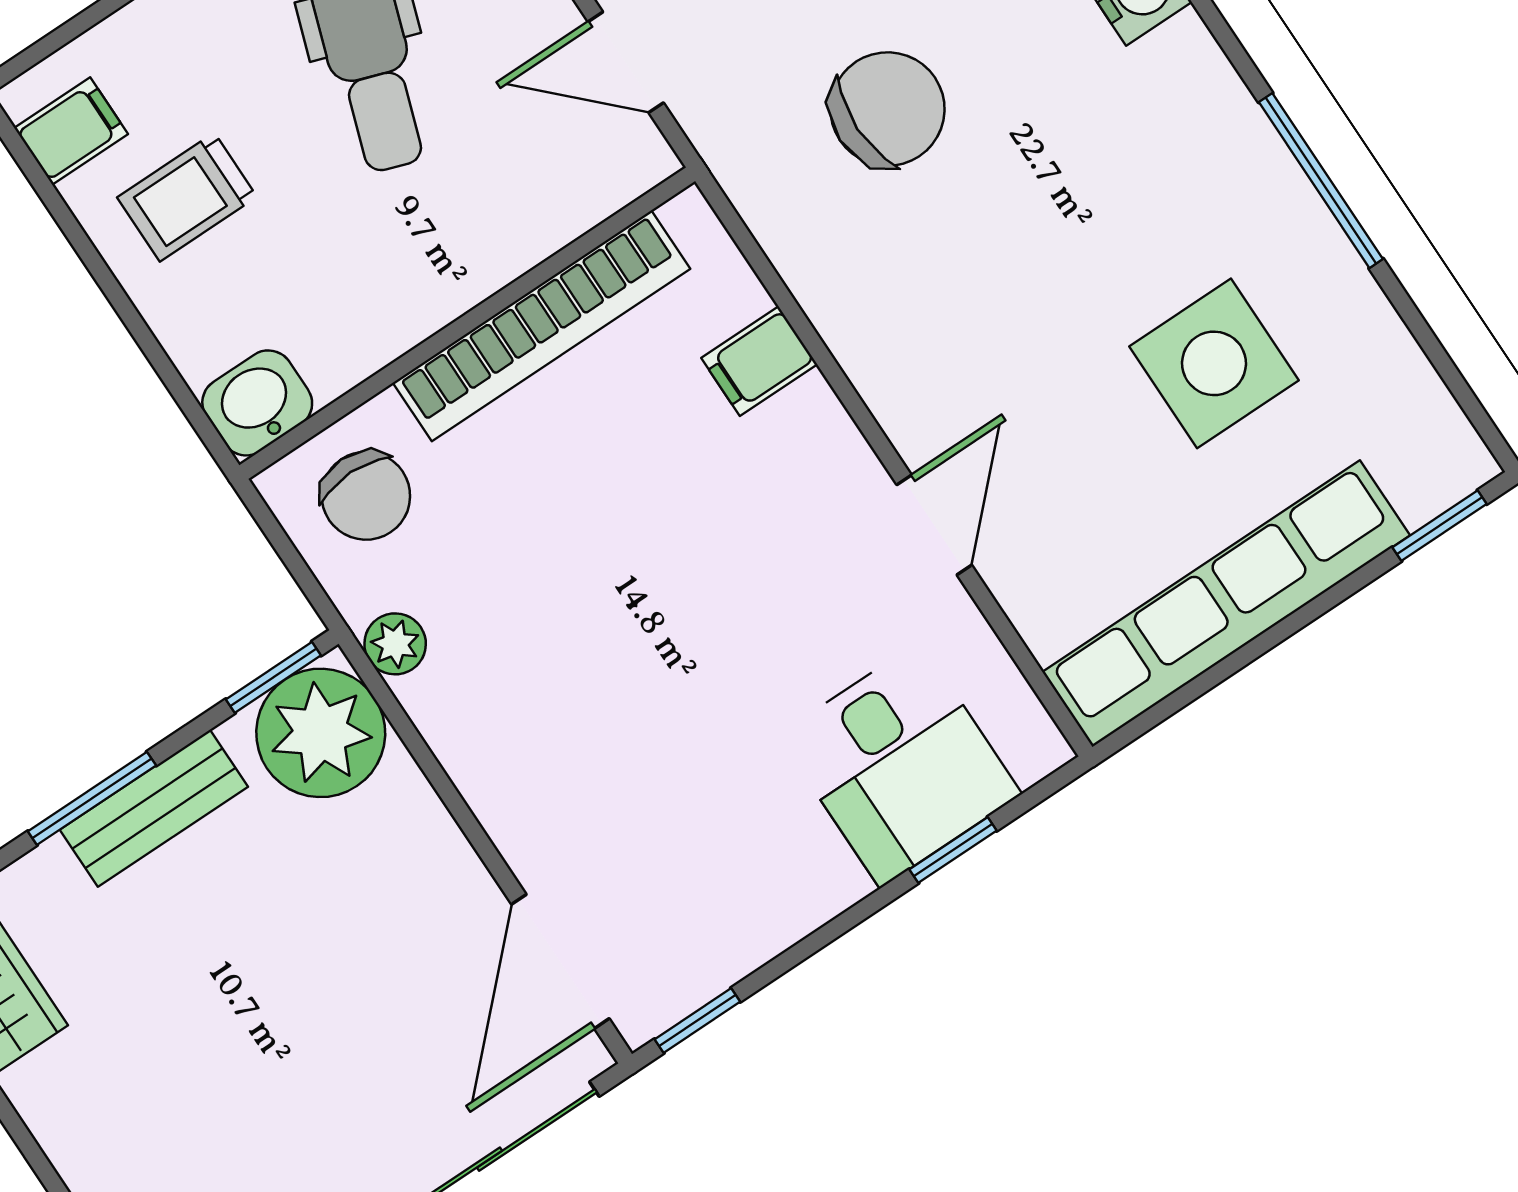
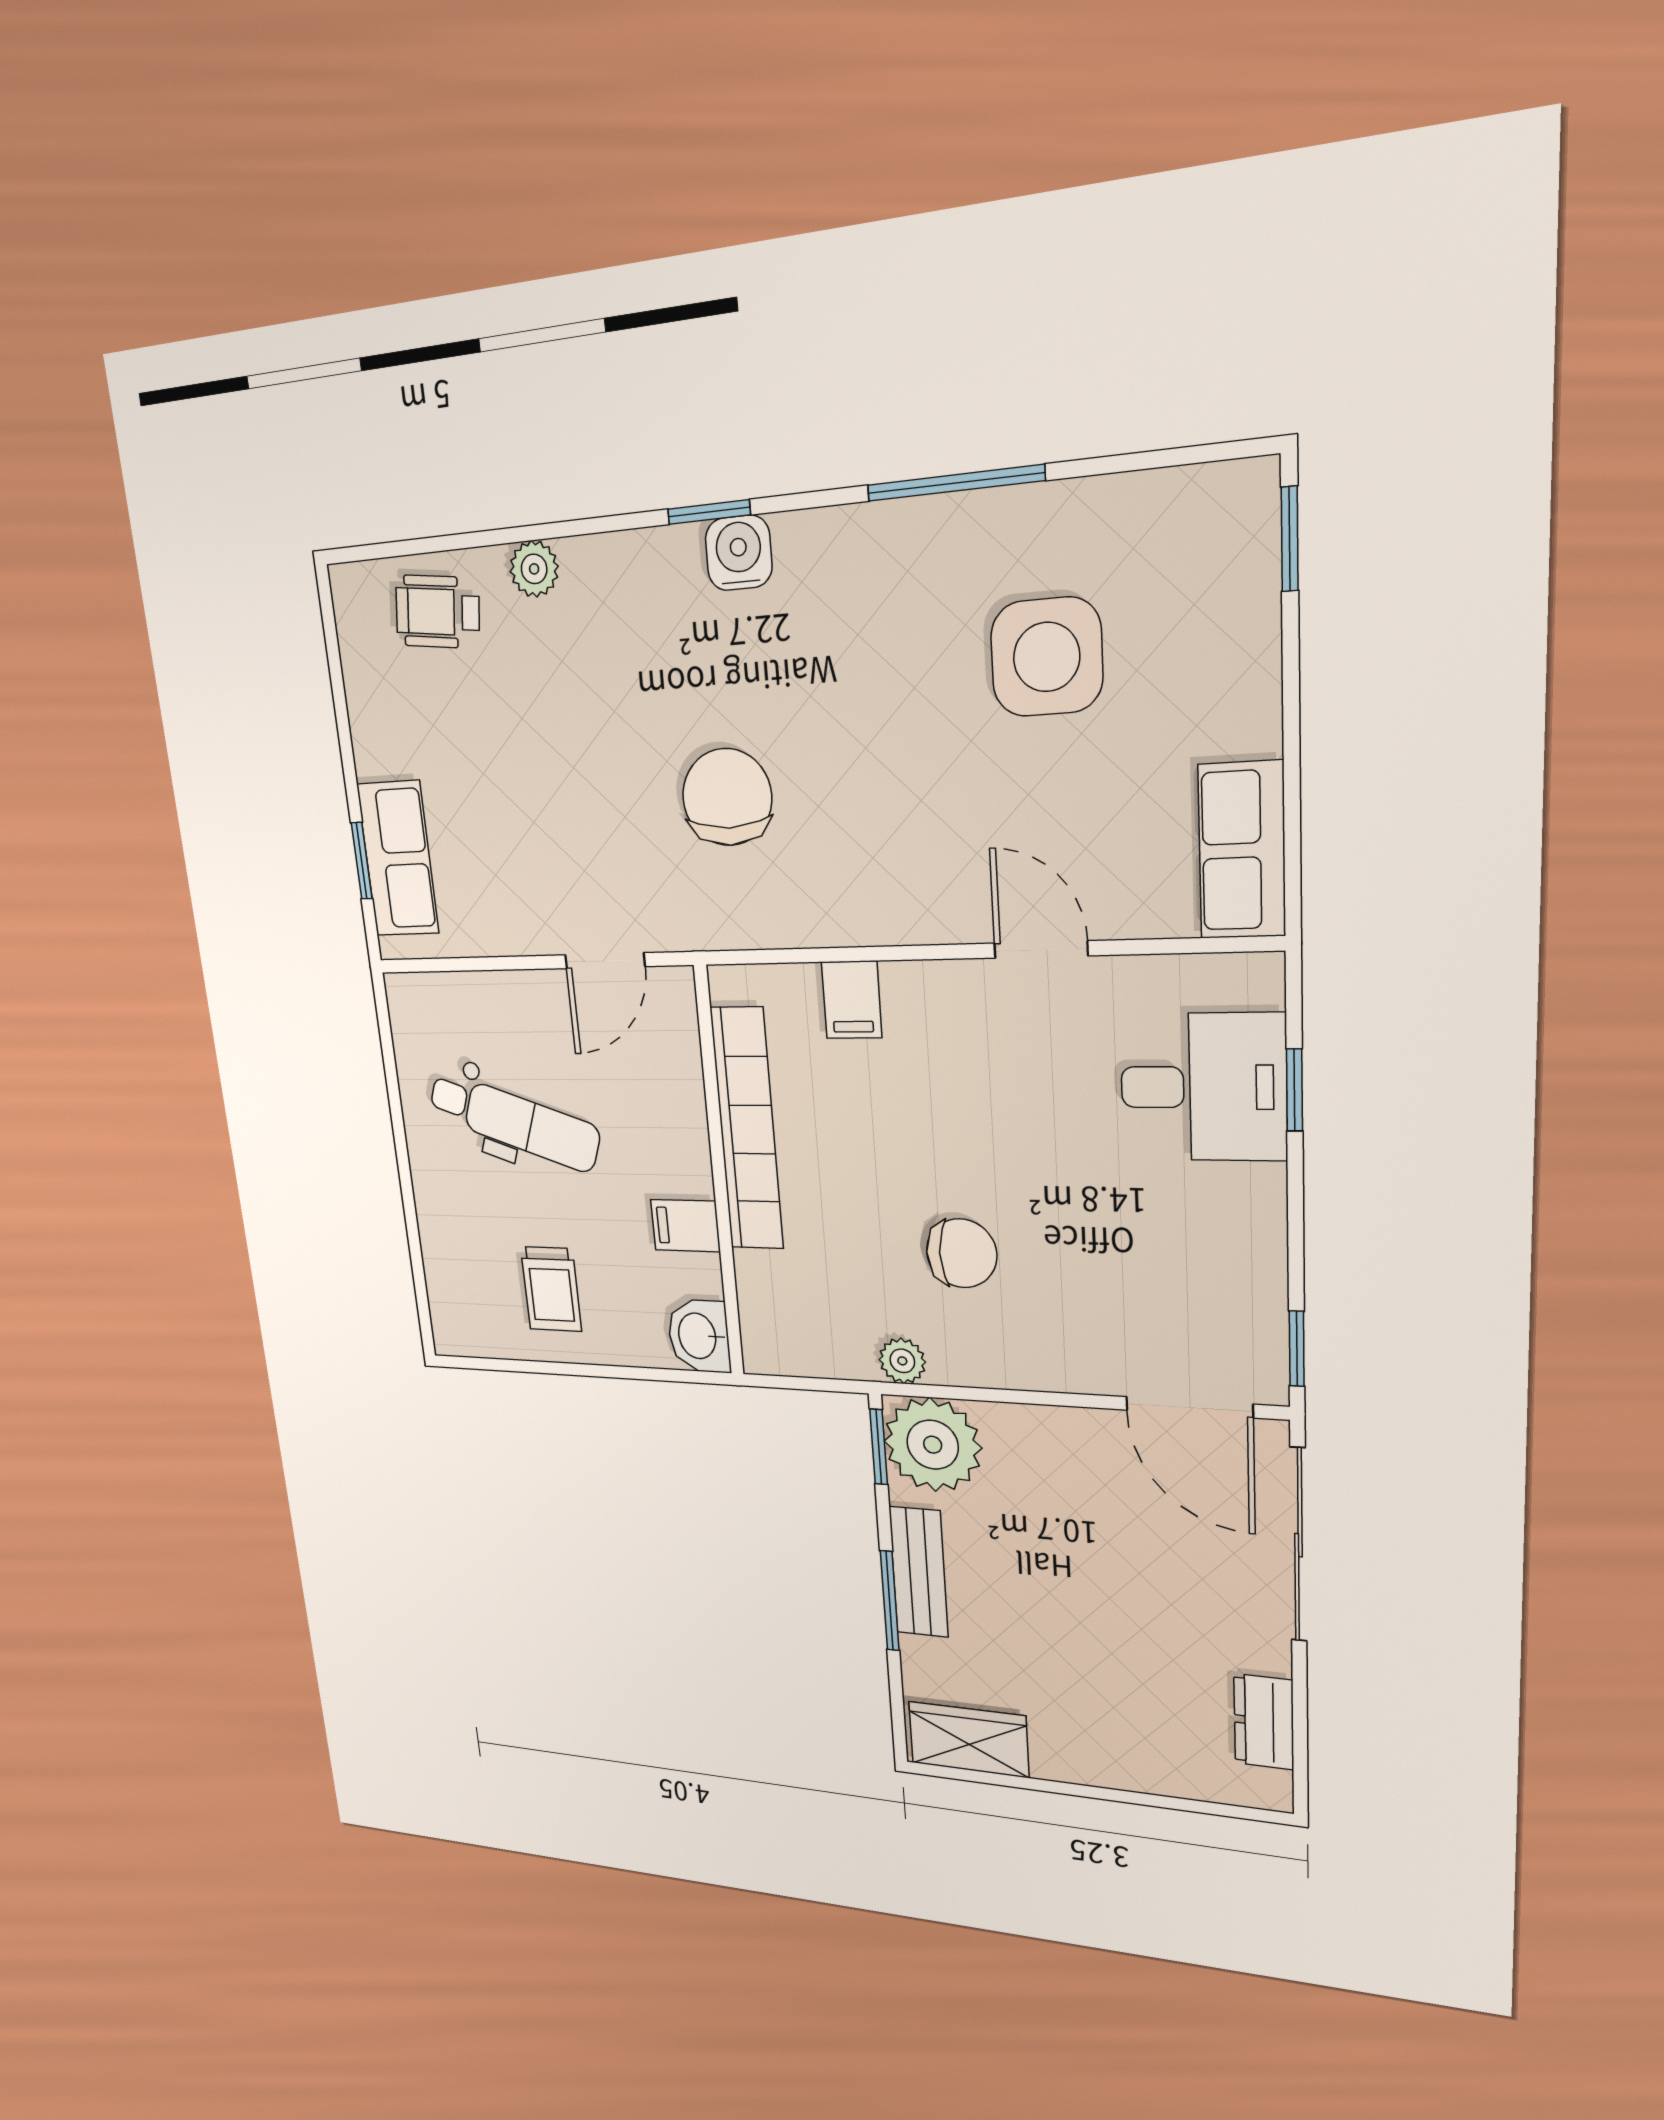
filing cabinet: (71, 131) -> (686, 1226), moved, turned -90
chair: (366, 496) -> (962, 1253), moved
row of seats: (1226, 604) -> (1242, 850), width x0.50

